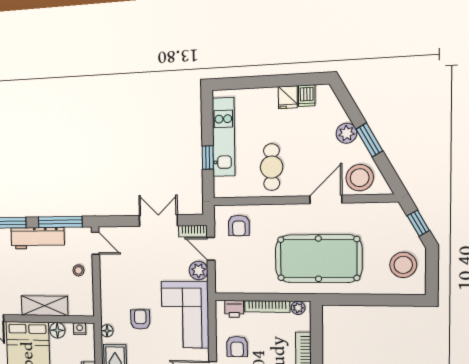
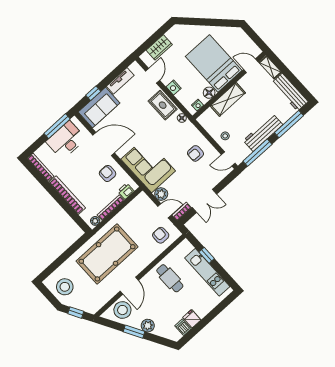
armchair: (140, 319) -> (195, 153), moved, turned 90

